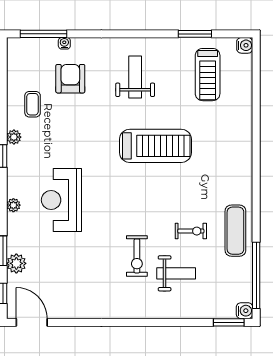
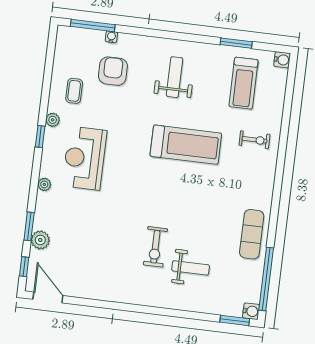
reception desk: (61, 200) -> (84, 158), moved
exercise bike: (191, 231) -> (254, 140), moved

